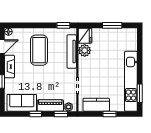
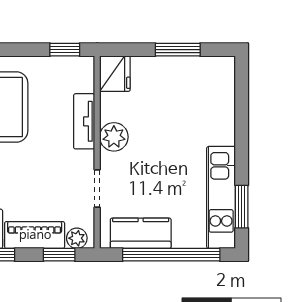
plant: (85, 50) -> (114, 137), moved
tv unit: (72, 51) -> (84, 121), width x0.71
kitchen unit: (131, 81) -> (221, 197), width x0.73
window: (109, 114) -> (171, 255), width x3.17

